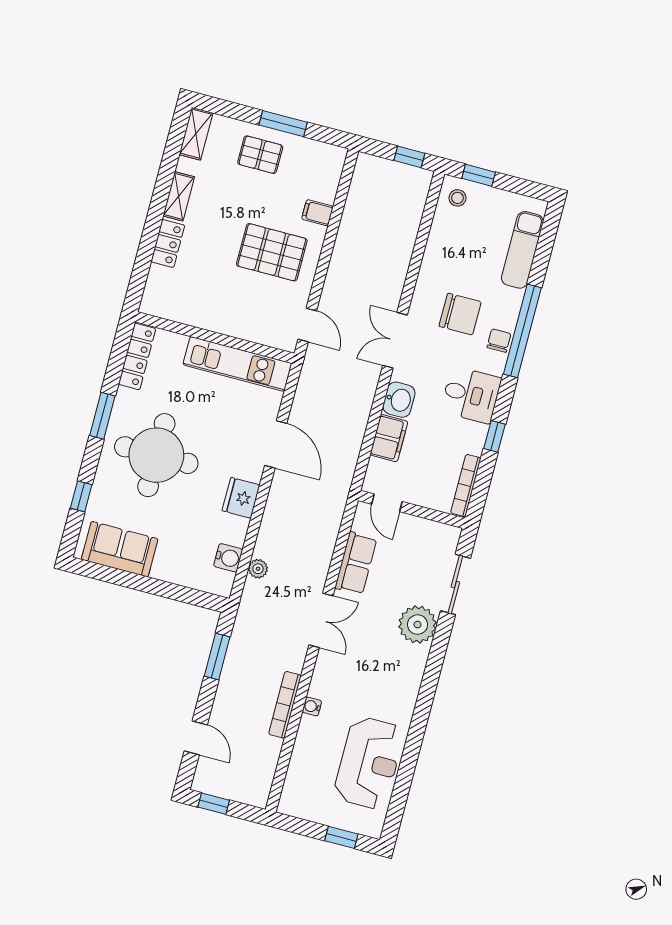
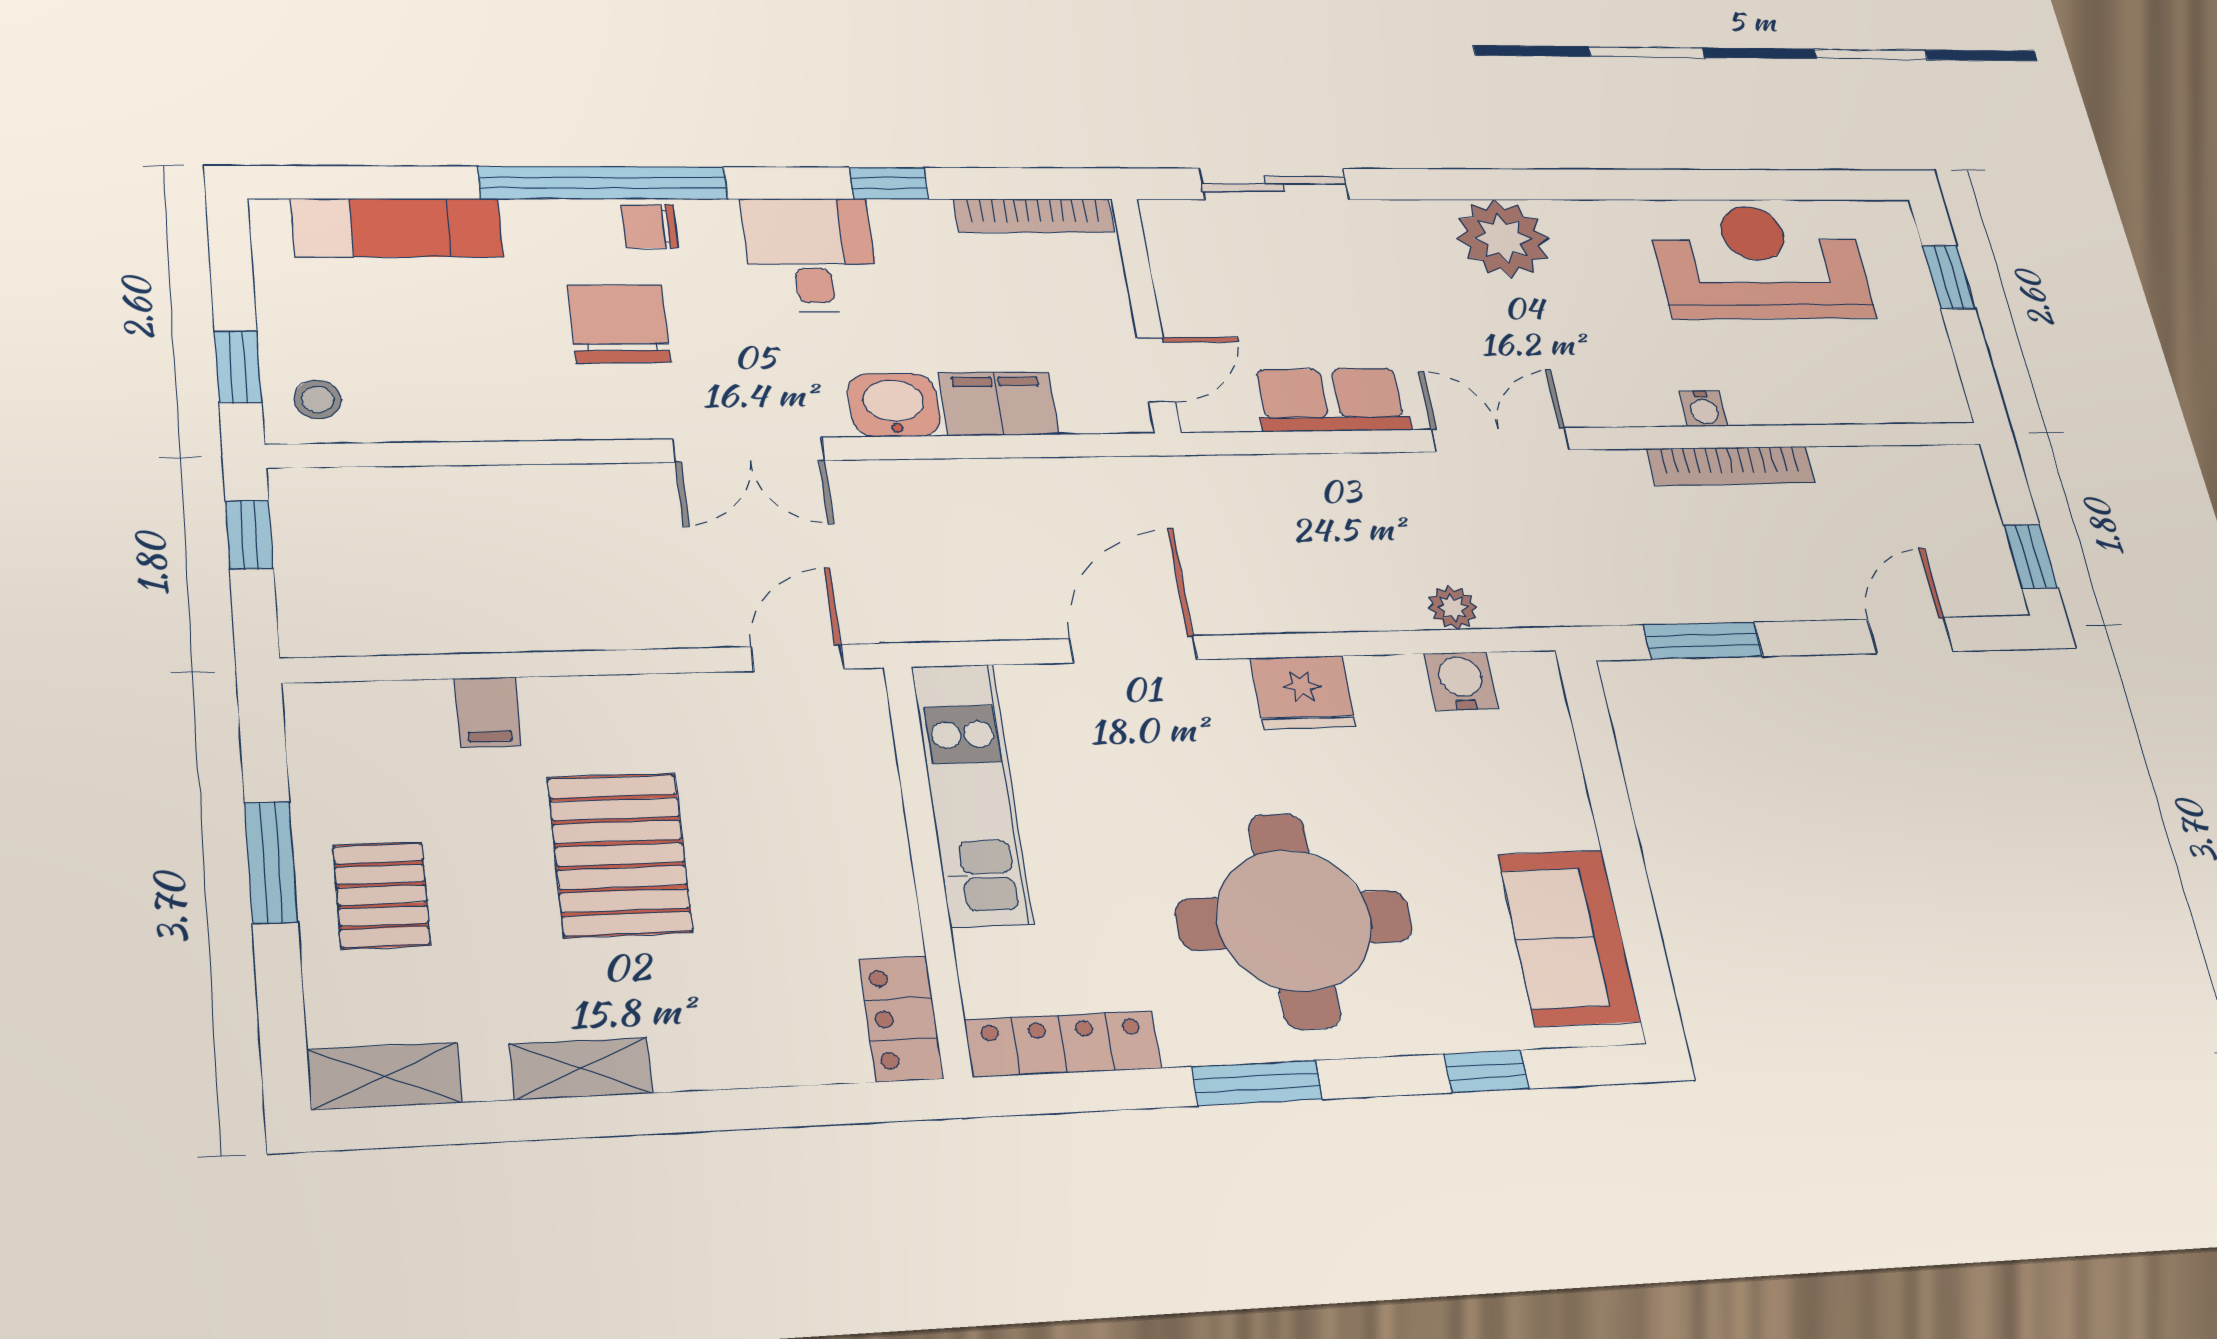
locker: (168, 243) -> (901, 1019), moved, turned -90
pallet: (272, 252) -> (620, 855), moved
plant: (418, 625) -> (1503, 239), moved

